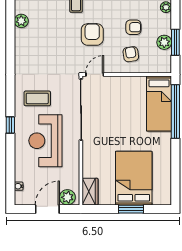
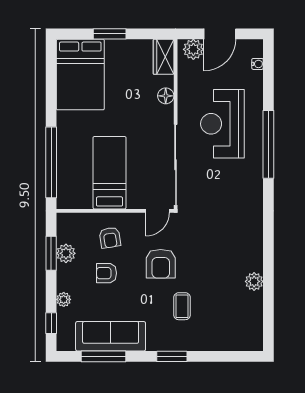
coffee table: (37, 98) -> (233, 179), removed
bed: (159, 104) -> (110, 173), moved
window: (10, 125) -> (268, 144), width x3.17
reception desk: (45, 141) -> (222, 124), turned 180
floor lamp: (88, 162) -> (166, 96), added
bed: (134, 178) -> (80, 75), moved

